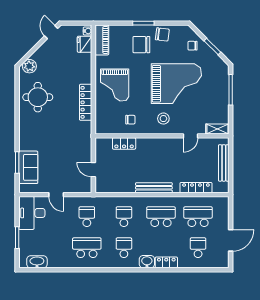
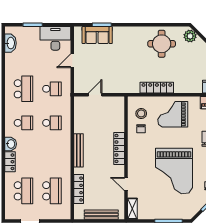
stool: (163, 119) -> (141, 113), moved
locker: (124, 143) -> (119, 148), moved, width x1.53
school desk: (161, 217) -> (52, 157), removed
school desk: (198, 248) -> (23, 191), width x1.85

